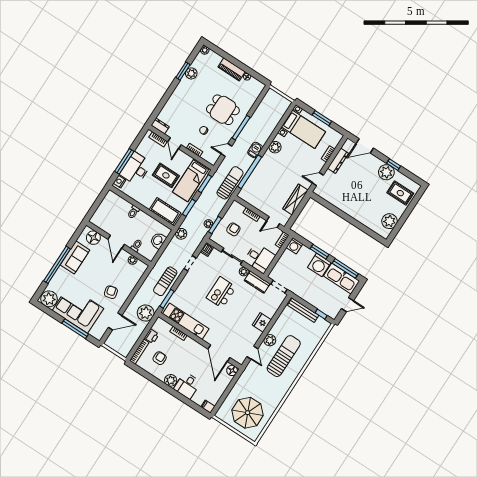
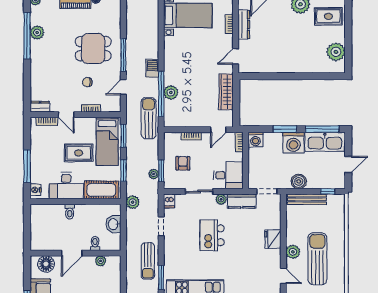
window: (183, 71) -> (27, 36), width x2.11
plant: (275, 147) -> (171, 92), moved
desk: (136, 169) -> (66, 186), moved, turned -90
door: (116, 242) -> (72, 253), hinge flipped
boiler: (305, 294) -> (299, 181), added

